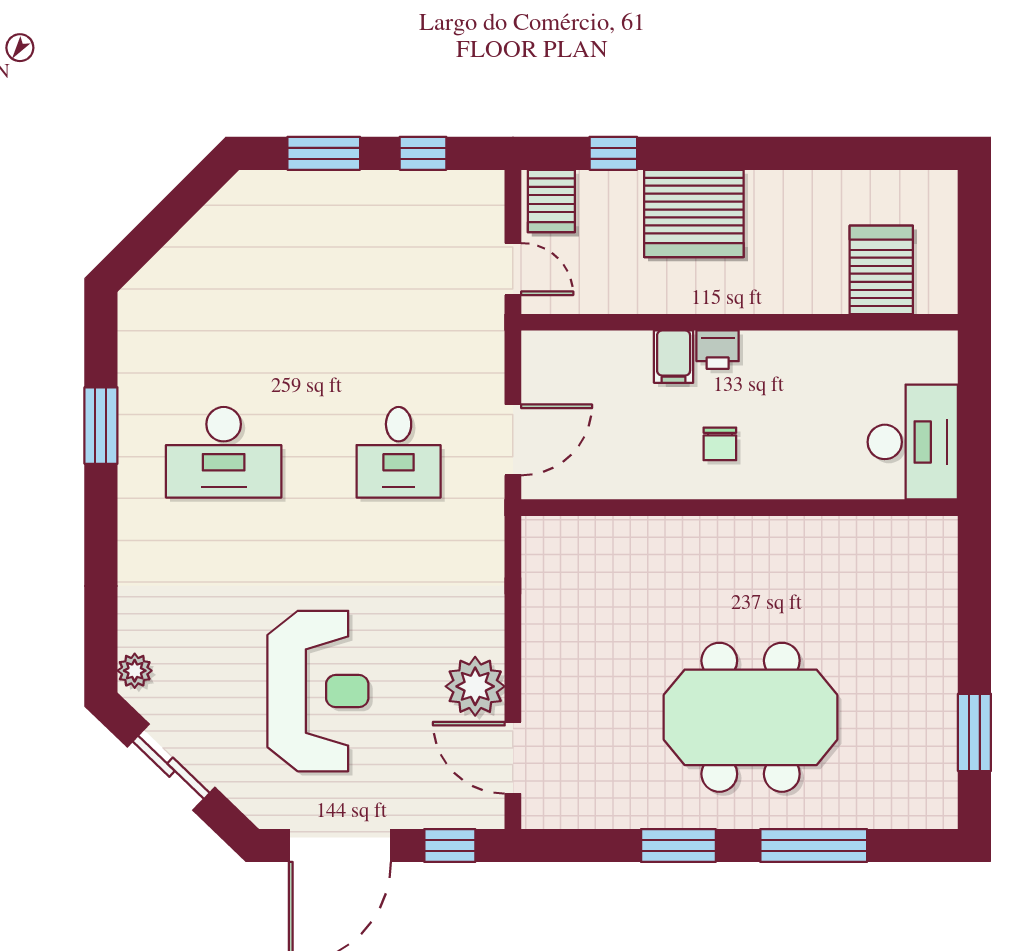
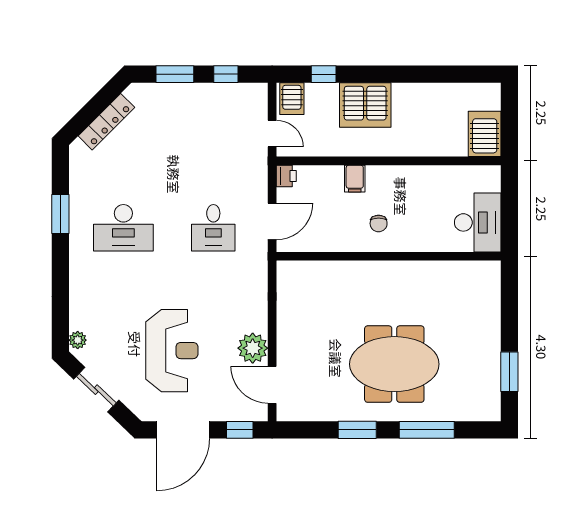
locker: (191, 246) -> (106, 122), added
server rack: (881, 270) -> (485, 134), moved
printer: (718, 350) -> (286, 176), moved, turned -90

